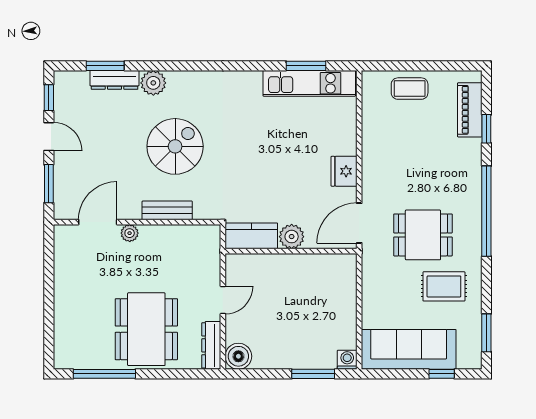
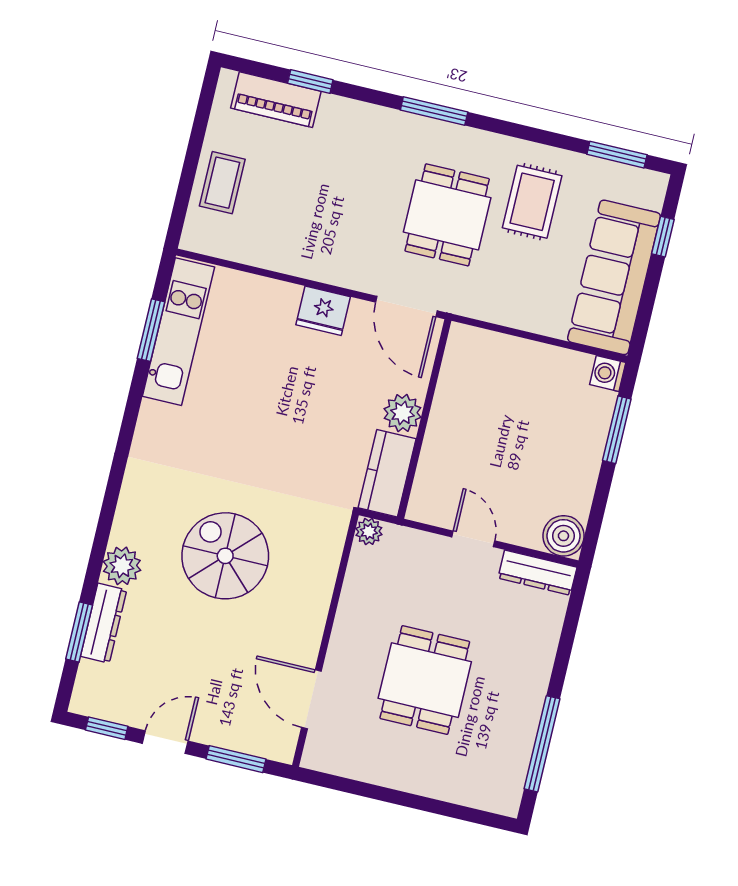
bench: (167, 210) -> (319, 591), removed
window: (486, 211) -> (434, 111), width x0.47
plant: (130, 233) -> (369, 531), moved
dining table: (146, 329) -> (425, 680), moved, width x0.73

